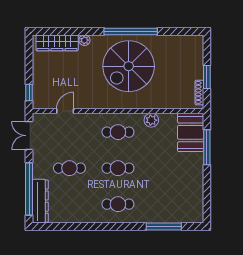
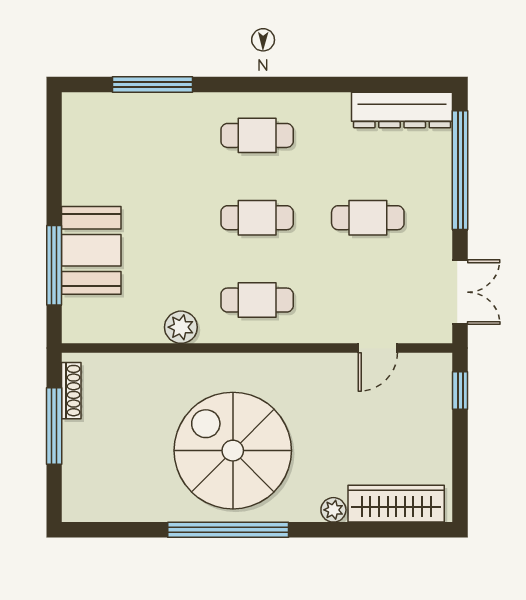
spiral stairs: (129, 66) -> (233, 451), turned -90
window: (207, 77) -> (54, 426), width x1.44
booth: (191, 132) -> (91, 250), moved
dresser: (40, 201) -> (402, 110), moved, turned -90

